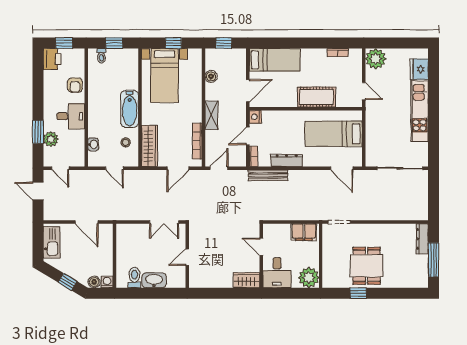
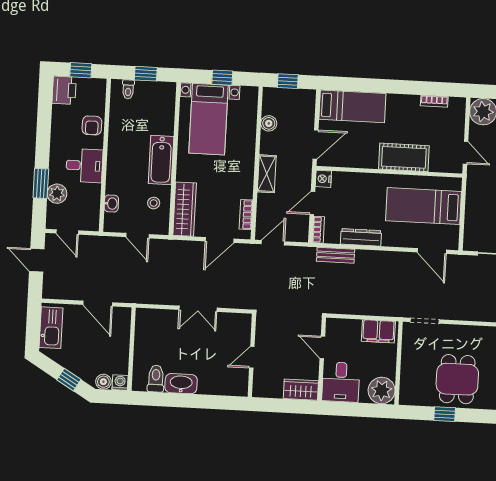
bookcase: (197, 141) -> (246, 215), width x0.64
bench: (268, 175) -> (336, 255), width x0.73
wall: (187, 256) -> (252, 355), moved
door: (187, 257) -> (252, 357), moved

